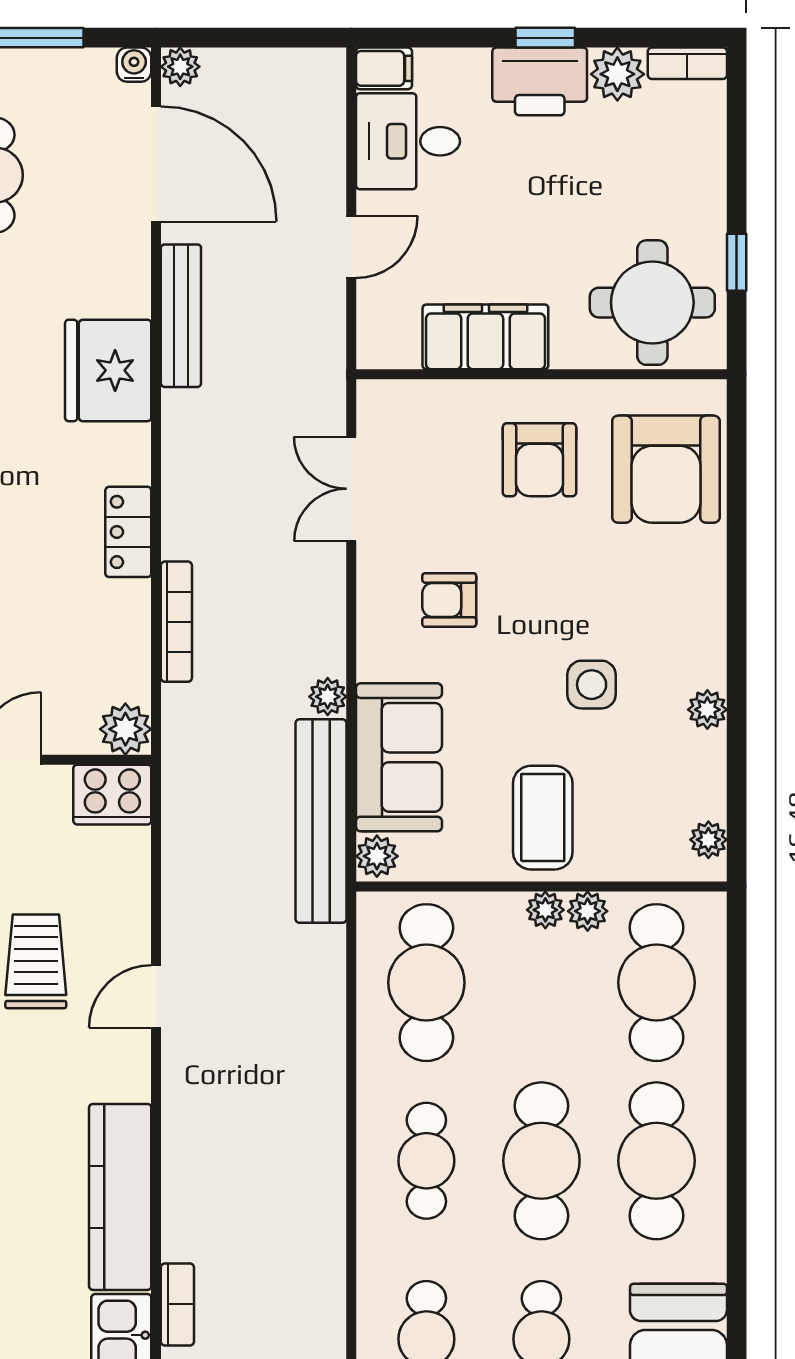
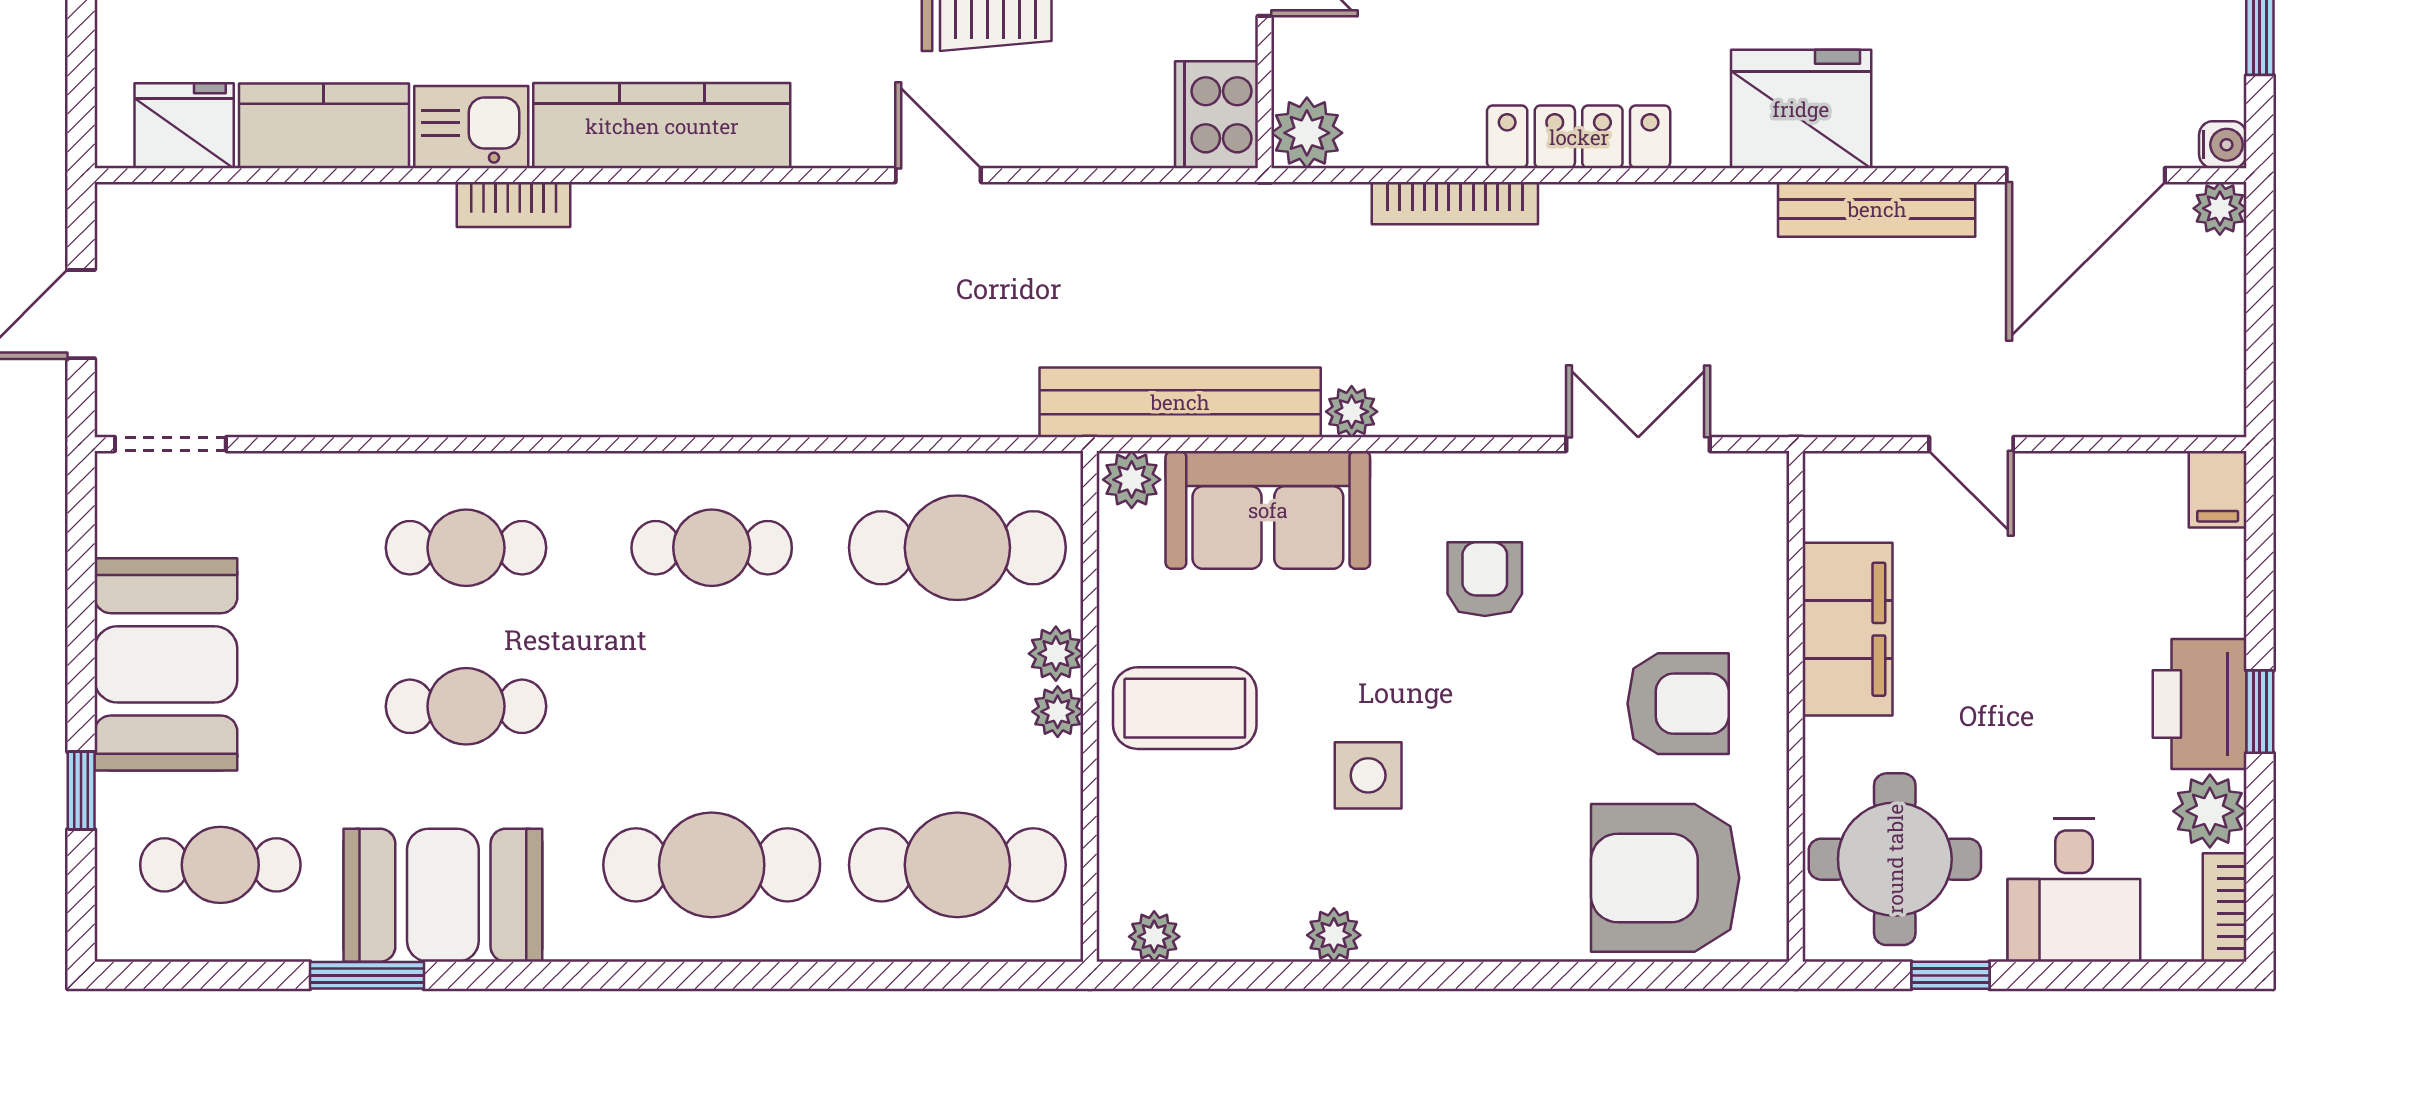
desk: (408, 141) -> (2074, 890), moved, turned 180
armchair: (540, 460) -> (1678, 704), turned 180
locker: (128, 532) -> (1579, 137), width x1.53
plant: (588, 911) -> (1056, 654), moved
cafe table: (541, 1161) -> (712, 706), removed

